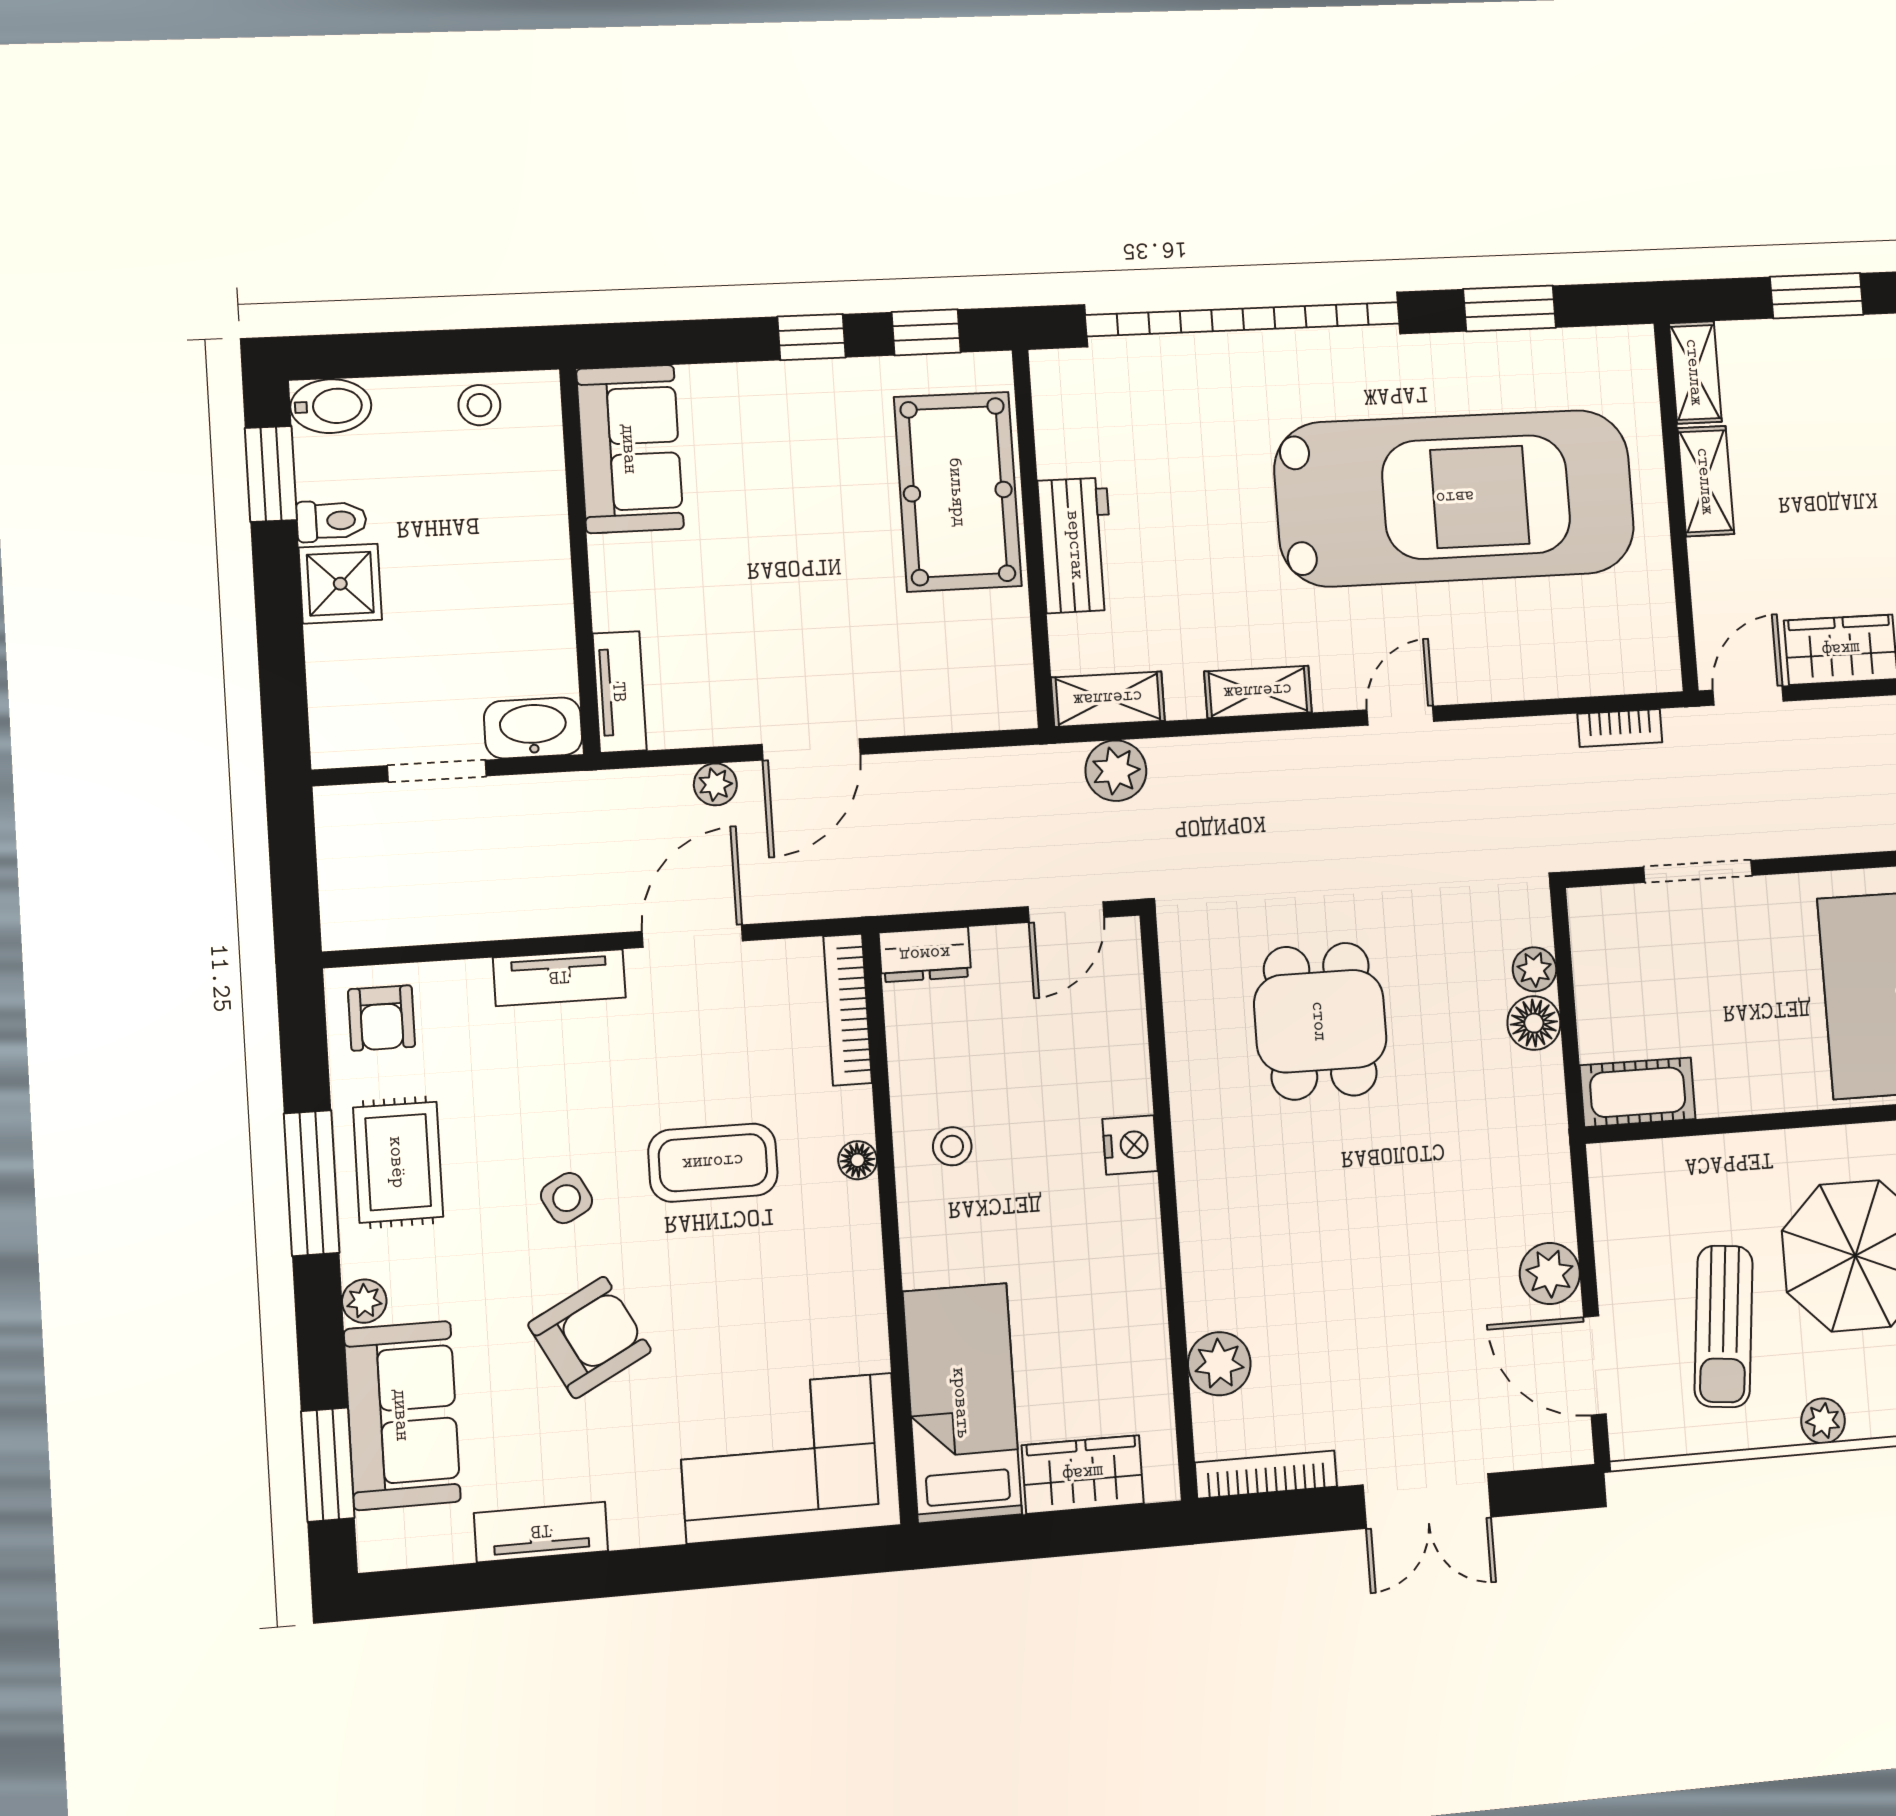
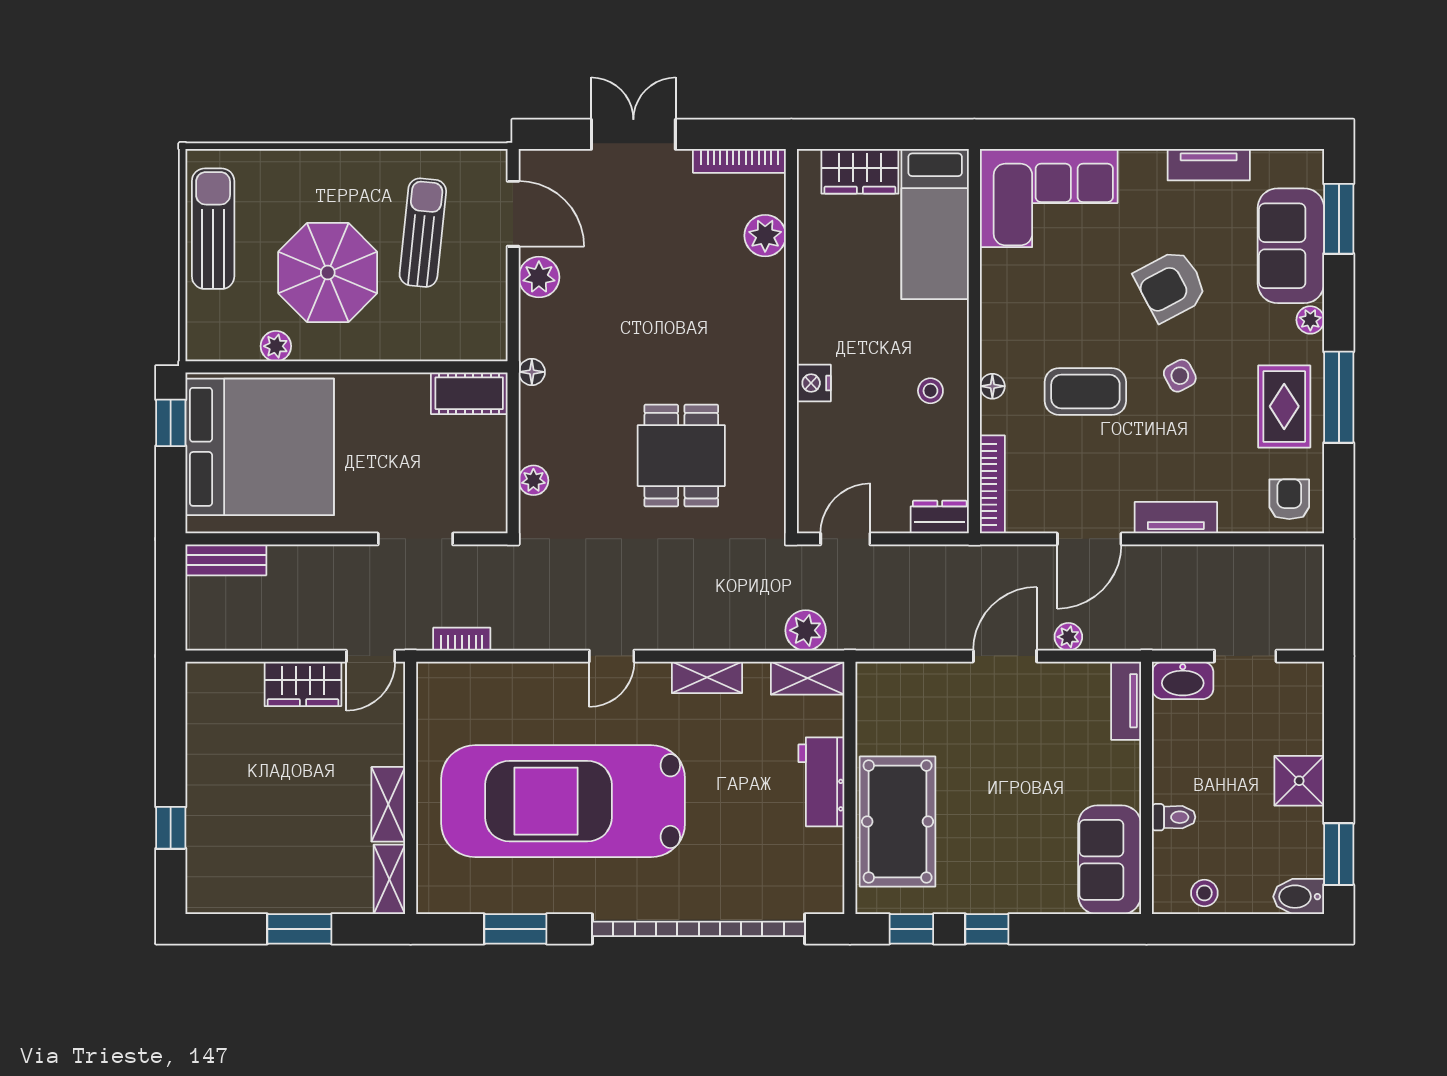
toilet: (331, 521) -> (1174, 817), moved, turned 180
floor lamp: (1534, 1023) -> (532, 372), moved, width x0.73, depth x0.73
plant: (1823, 1421) -> (359, 164), removed

